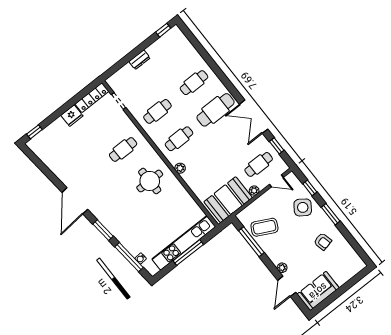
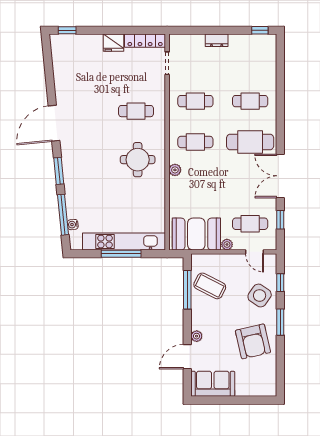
armchair: (323, 242) -> (253, 341), width x1.88, depth x1.88

